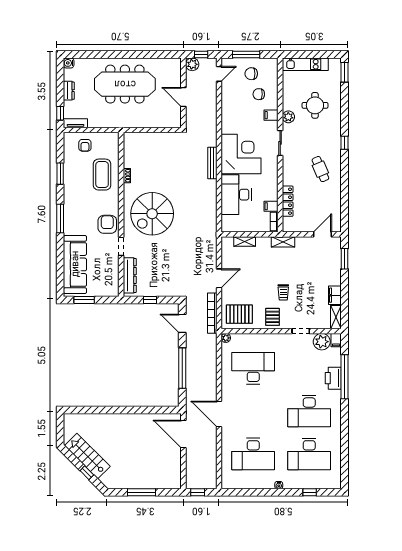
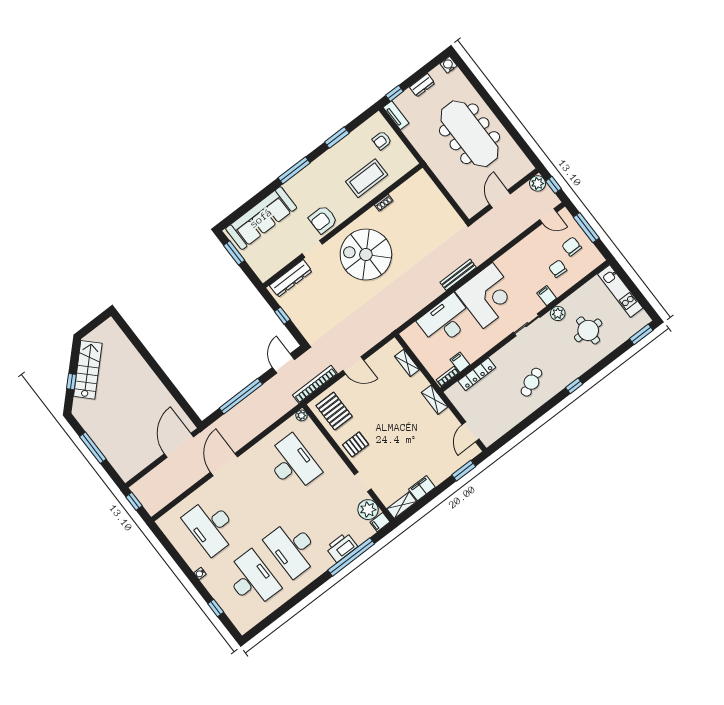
armchair: (107, 224) -> (323, 220), turned 180
door: (322, 234) -> (471, 432), swing flipped
trolley: (283, 292) -> (387, 437), removed
desk: (309, 454) -> (252, 580), turned 180

